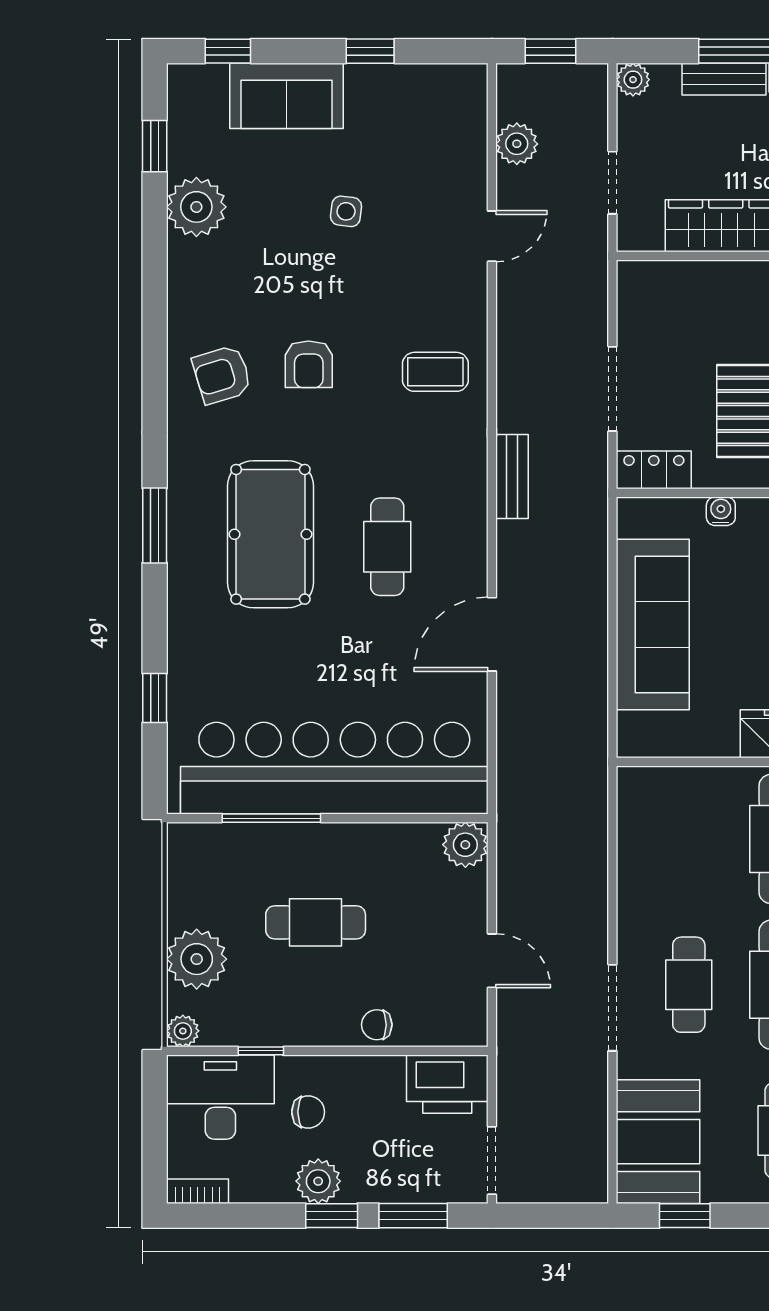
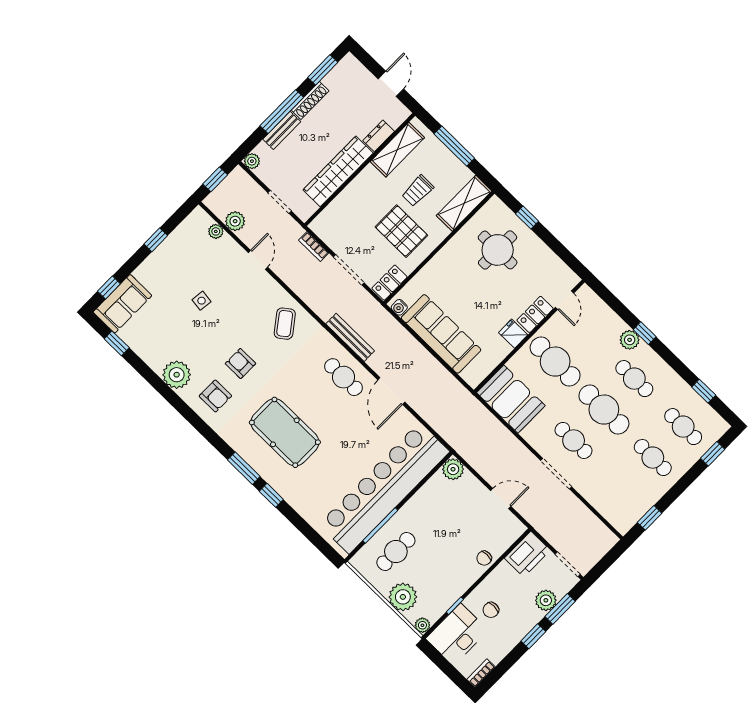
sofa: (286, 96) -> (122, 304), moved
plant: (472, 130) -> (216, 231), added
plant: (196, 207) -> (177, 375), moved
bookcase: (595, 301) -> (314, 247), added
armchair: (309, 364) -> (240, 364), turned 180
coffee table: (435, 372) -> (285, 324), turned -37
armchair: (222, 375) -> (215, 396), turned -73
bench: (512, 476) -> (350, 337), width x1.36
water cooler: (721, 511) -> (399, 307), moved, turned -90
cafe table: (387, 547) -> (344, 377), moved
window: (155, 698) -> (271, 495), moved
cafe table: (316, 922) -> (396, 552), moved
chair: (308, 1112) -> (491, 610), turned 180
booth: (658, 1142) -> (511, 399), moved
plant: (318, 1181) -> (546, 600), moved

